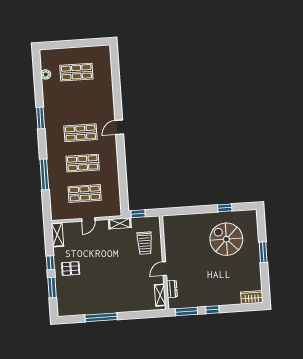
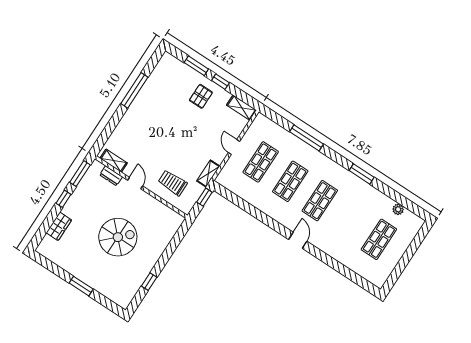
spiral stairs: (226, 239) -> (118, 237), moved
wardrobe: (252, 297) -> (59, 226), moved

